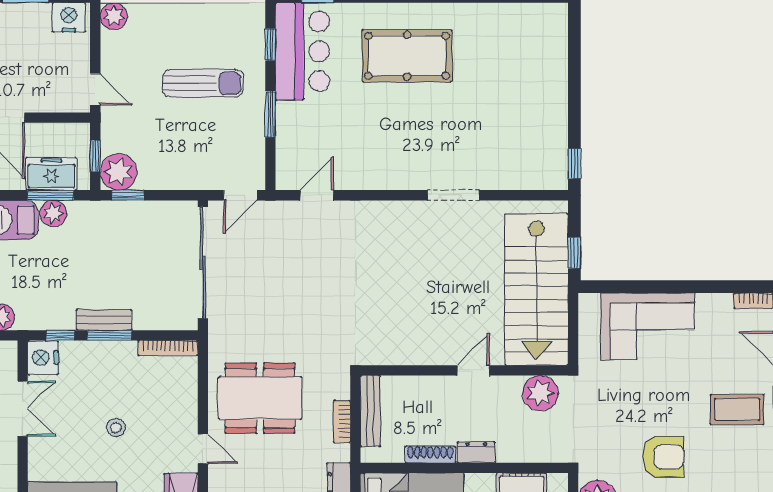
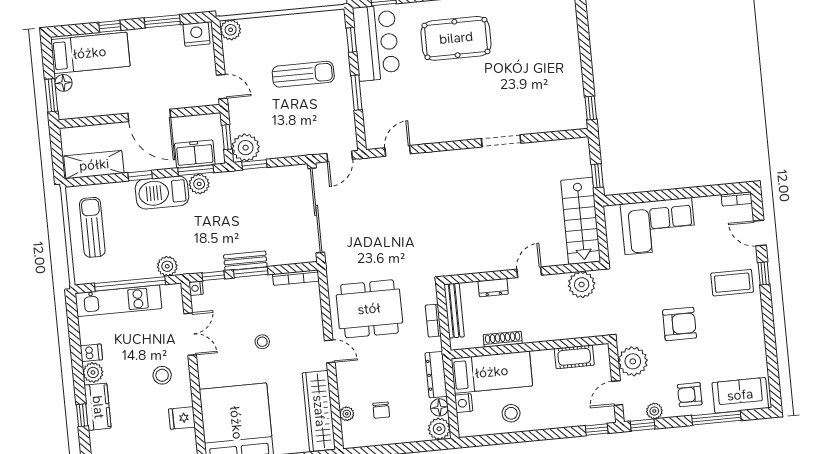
stairs: (536, 289) -> (581, 221), width x0.73, depth x0.66
nightstand: (43, 357) -> (196, 288), width x0.53, depth x0.56
dresser: (476, 452) -> (493, 288), moved, turned 180

